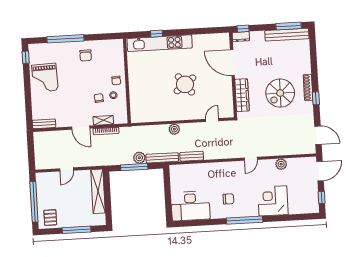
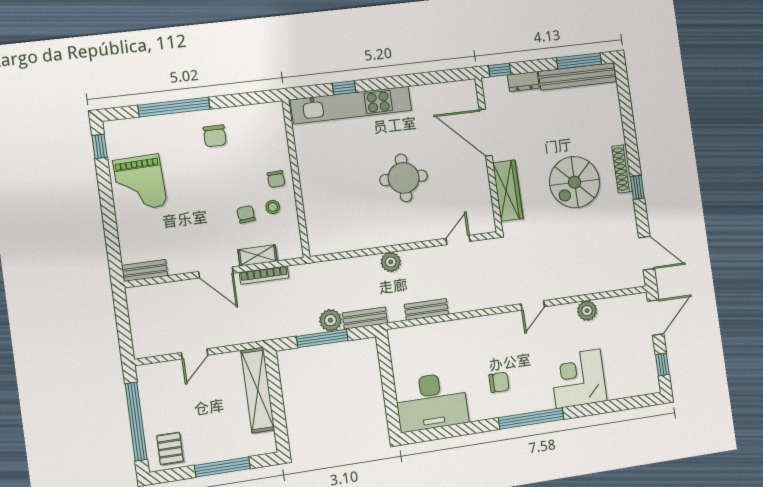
dresser: (241, 37) -> (523, 82), moved
round table: (185, 84) -> (404, 178), turned 37
bench: (162, 158) -> (365, 318), width x0.73

